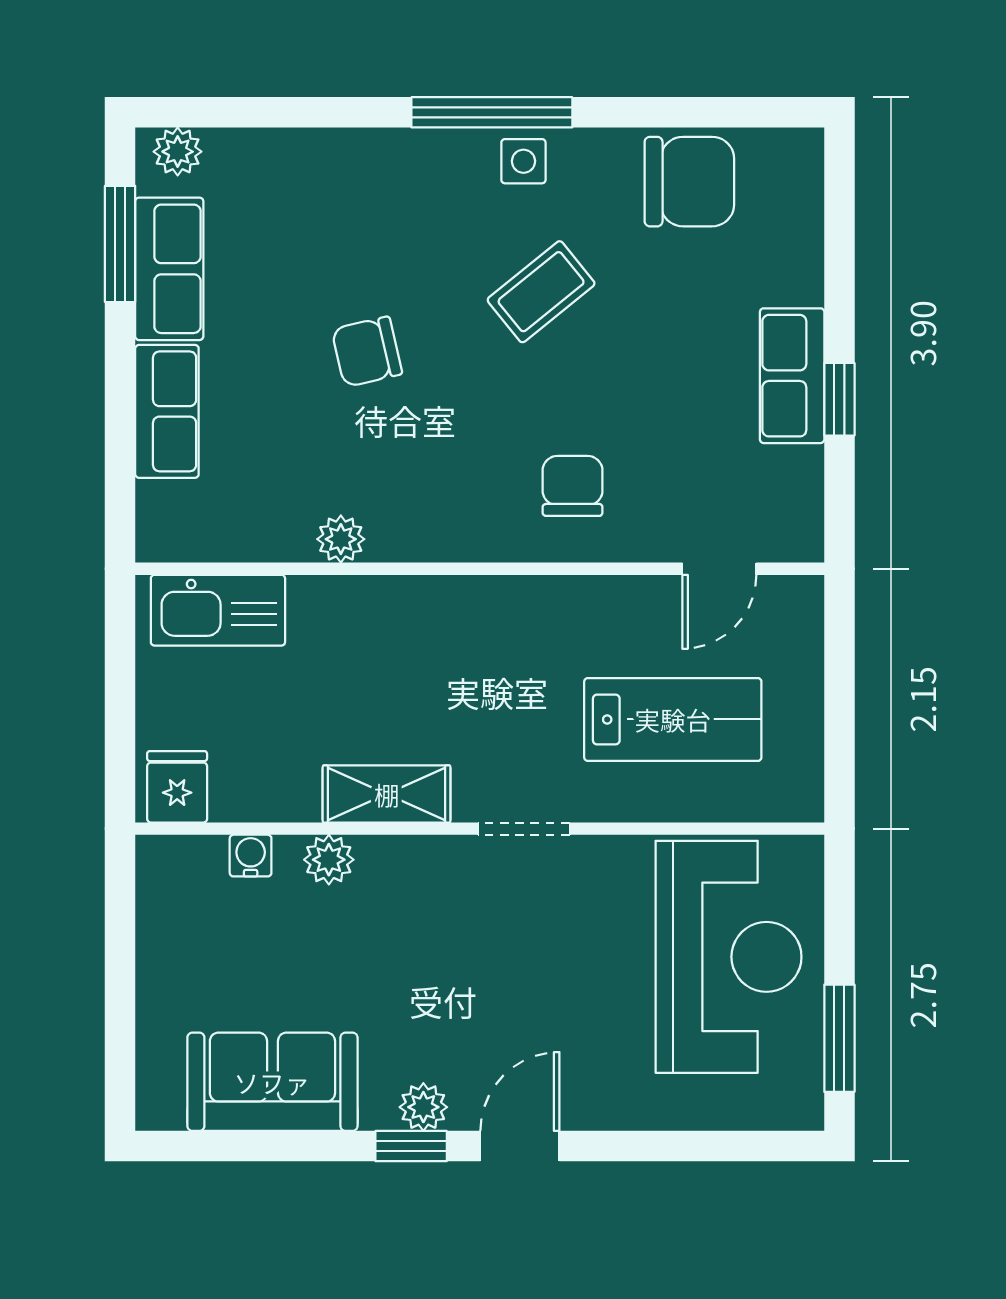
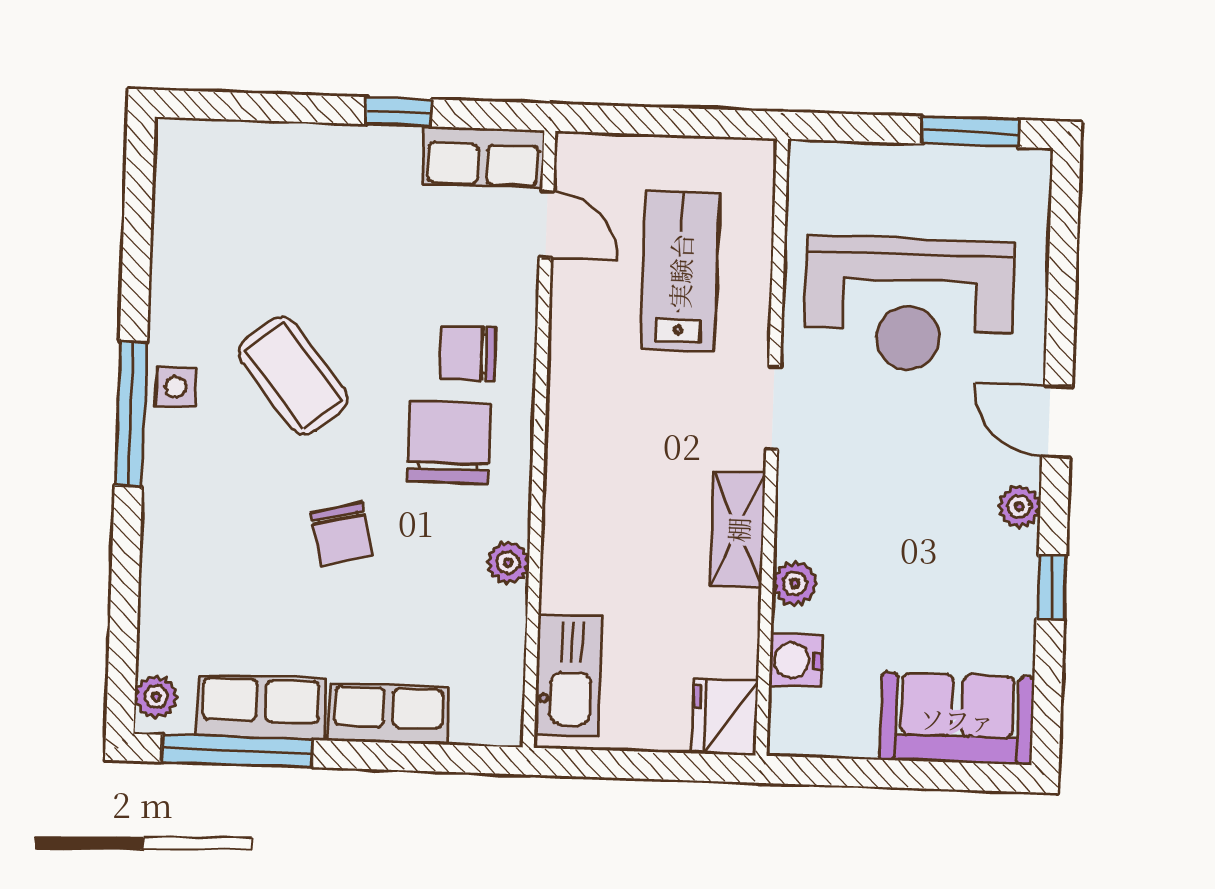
chair: (689, 182) -> (449, 442), moved
window: (120, 244) -> (237, 751), width x1.44
coffee table: (541, 292) -> (293, 376), width x1.36, depth x1.30
row of seats: (792, 376) -> (483, 157), moved
fridge: (177, 787) -> (725, 717), width x1.38
water cooler: (251, 856) -> (796, 661), width x1.38, depth x1.38
reception desk: (729, 957) -> (909, 304), moved, turned 180
sofa: (272, 1082) -> (957, 719), moved, turned 90
window: (411, 1146) -> (1051, 587), moved

